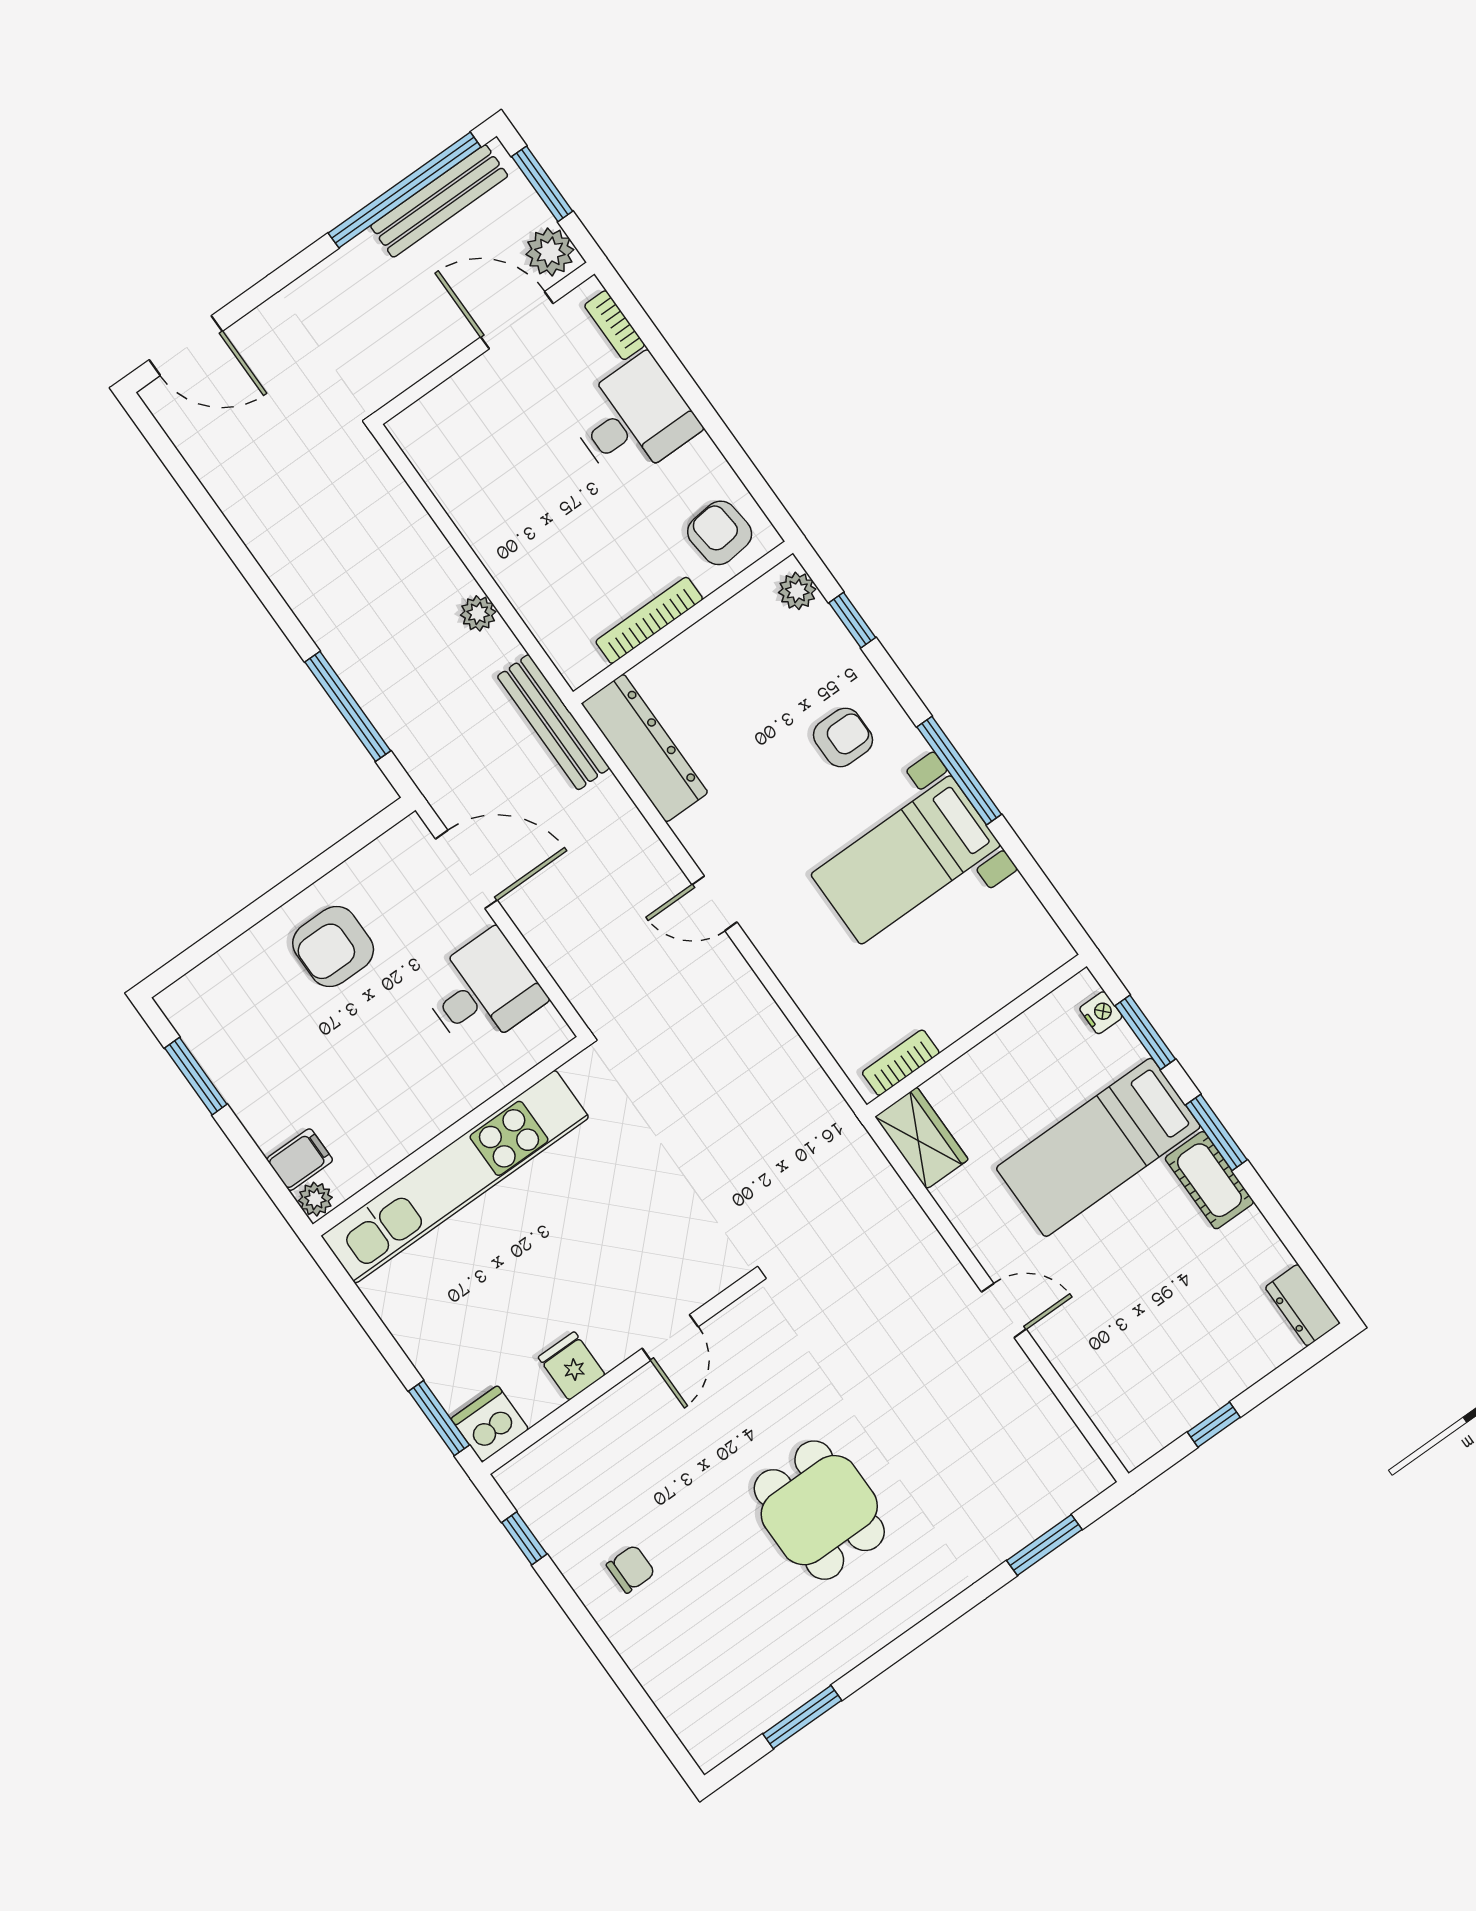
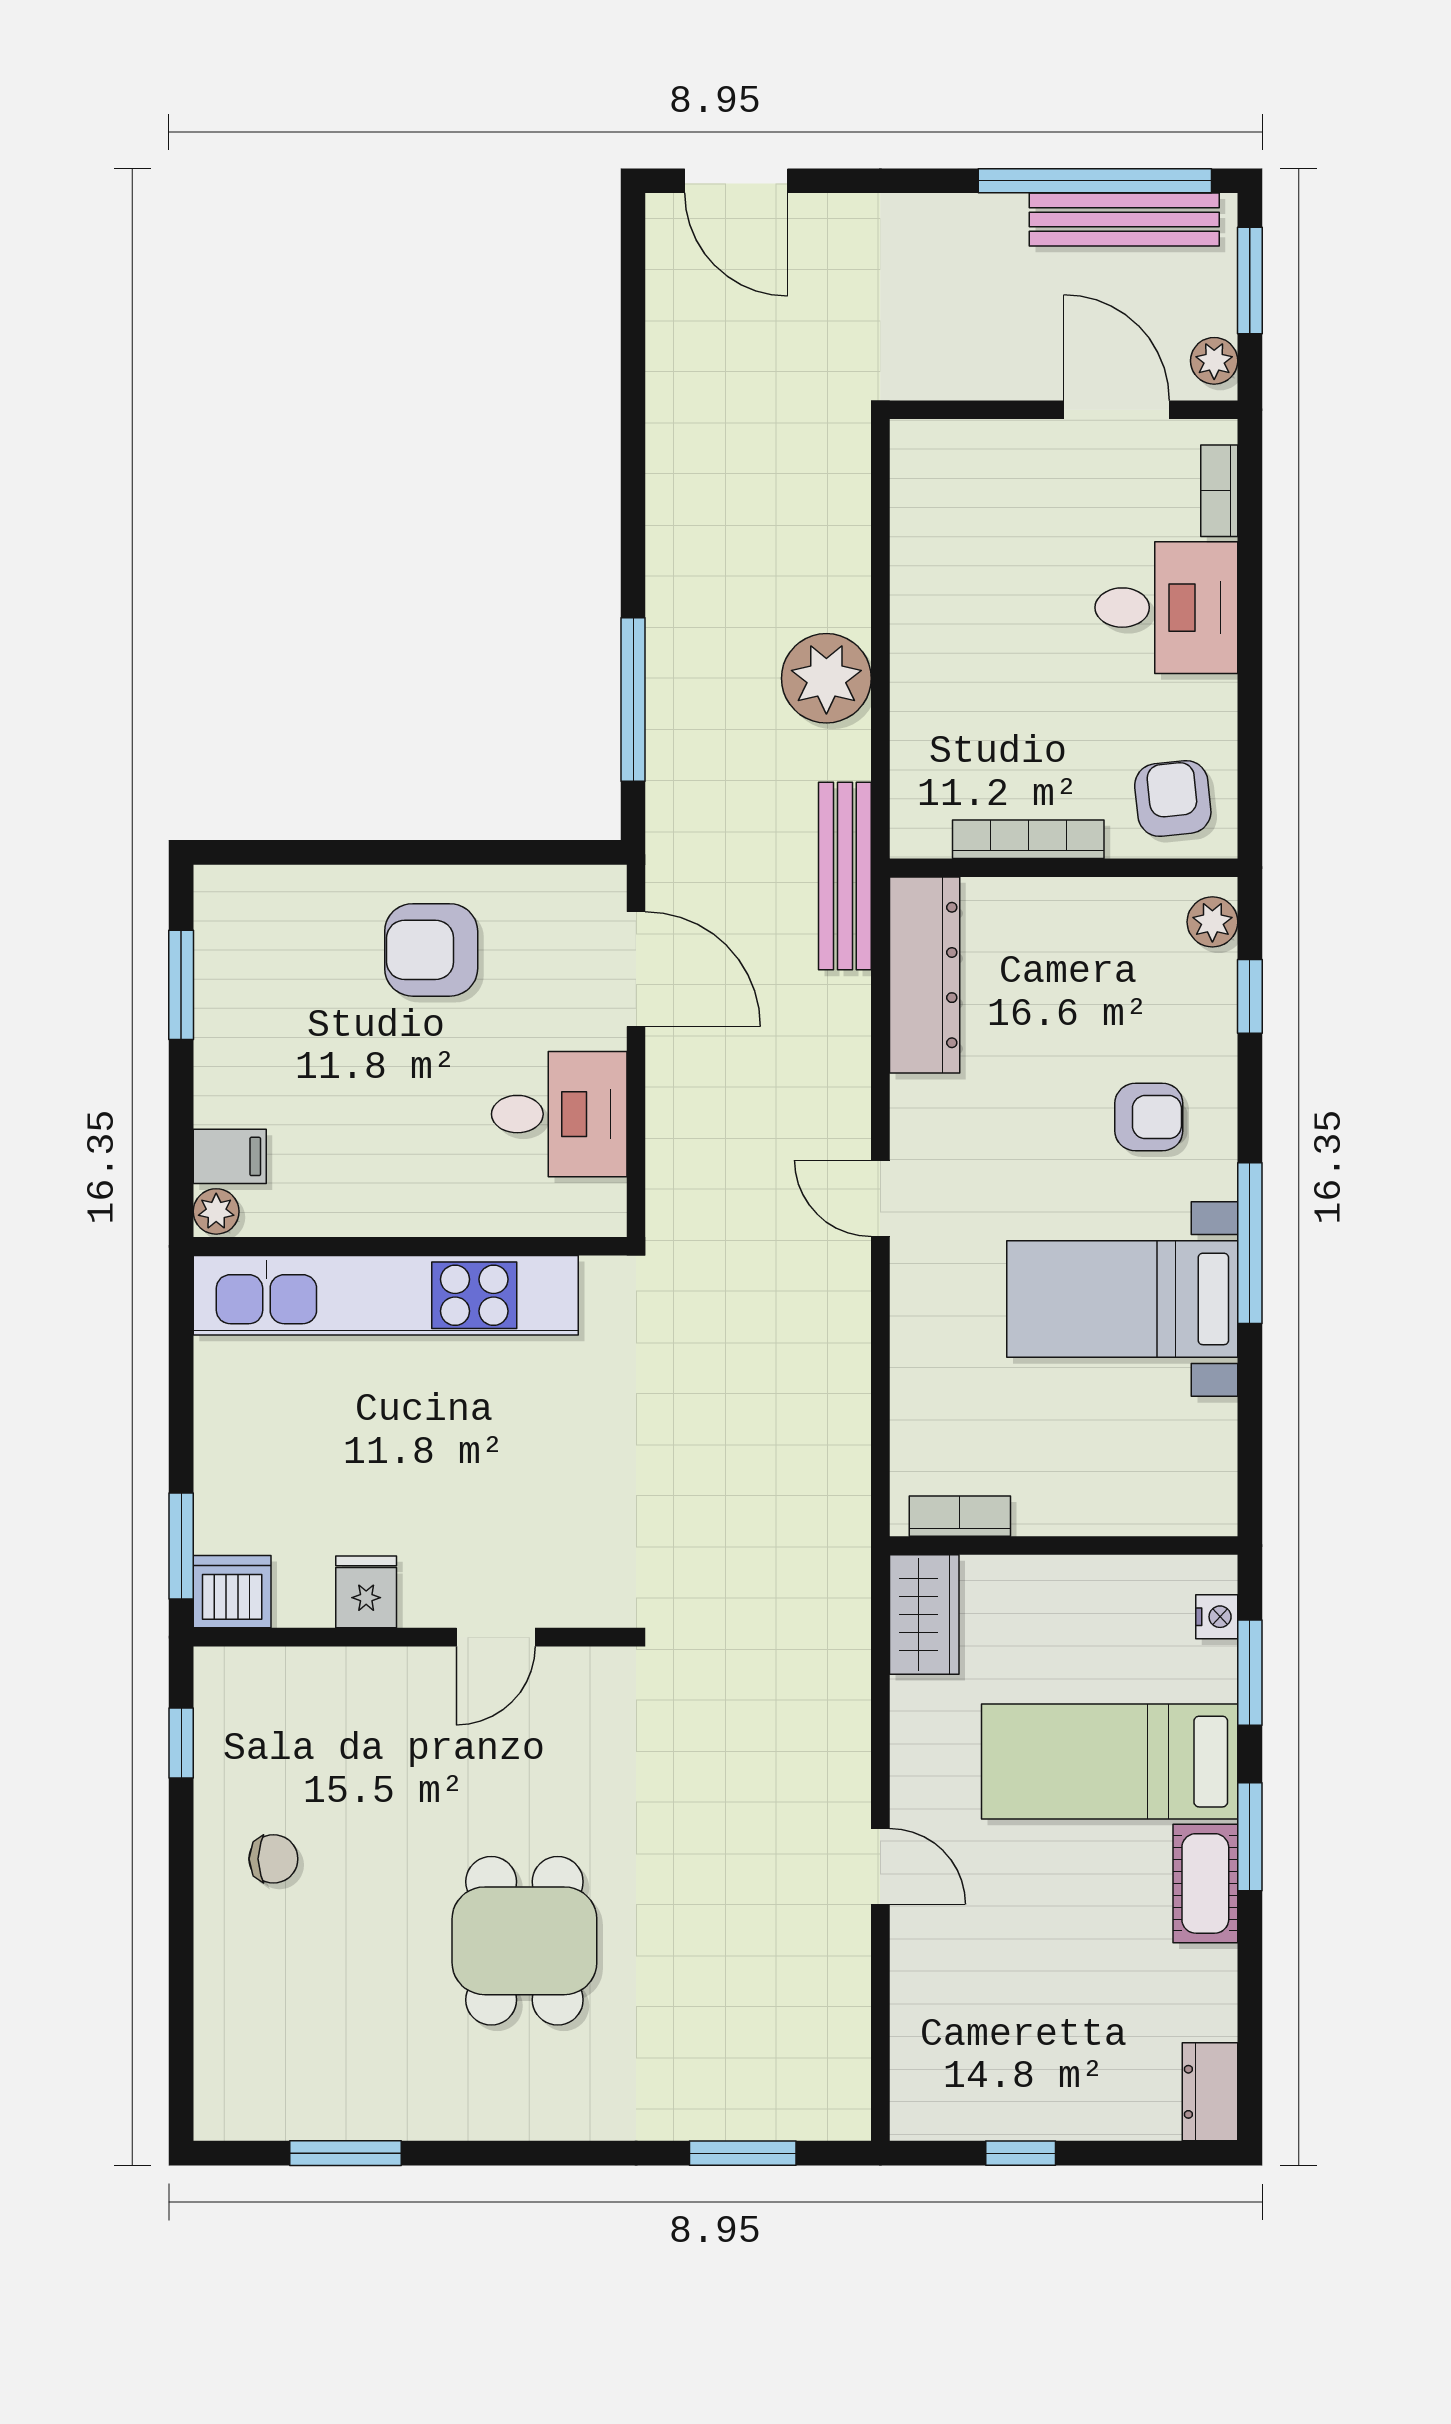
plant: (550, 252) -> (1214, 361), width x0.73, depth x0.73
plant: (478, 613) -> (826, 678), width x1.88, depth x1.88

